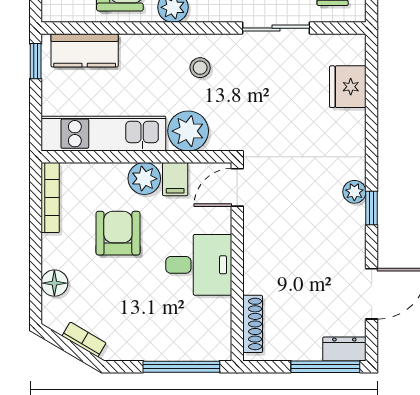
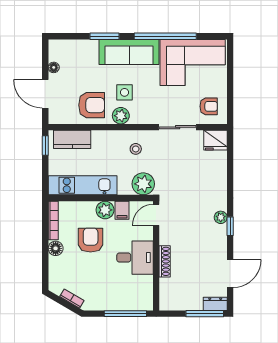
fridge: (348, 87) -> (215, 140), moved, turned -90
plant: (188, 131) -> (143, 184), moved
floor lamp: (54, 283) -> (56, 248), moved
shoe rack: (253, 324) -> (165, 261), moved

